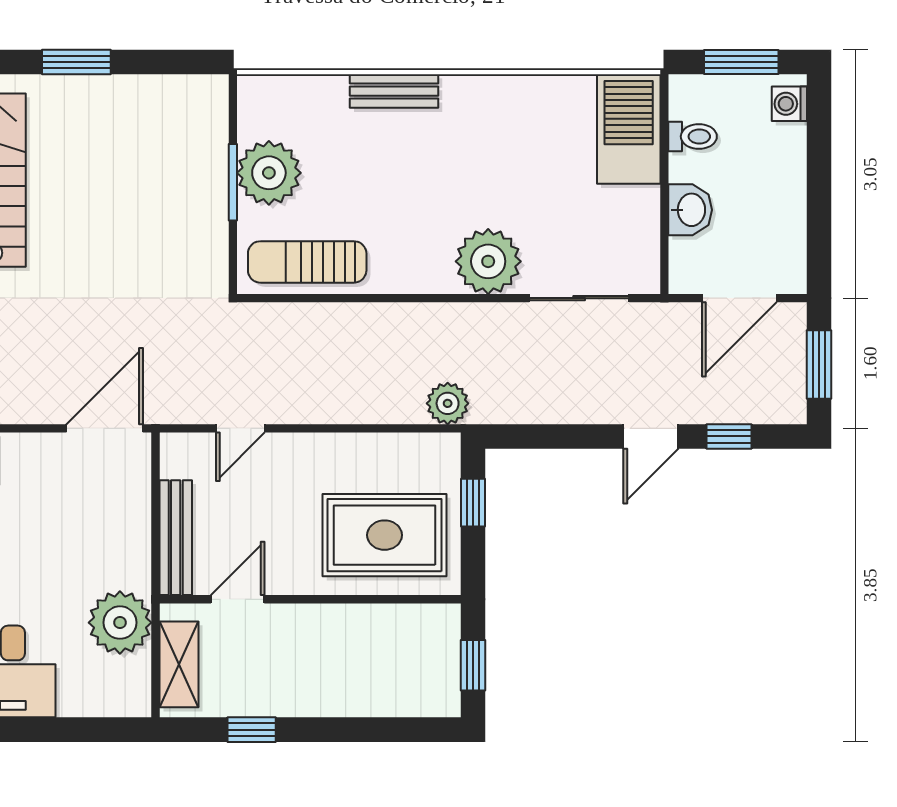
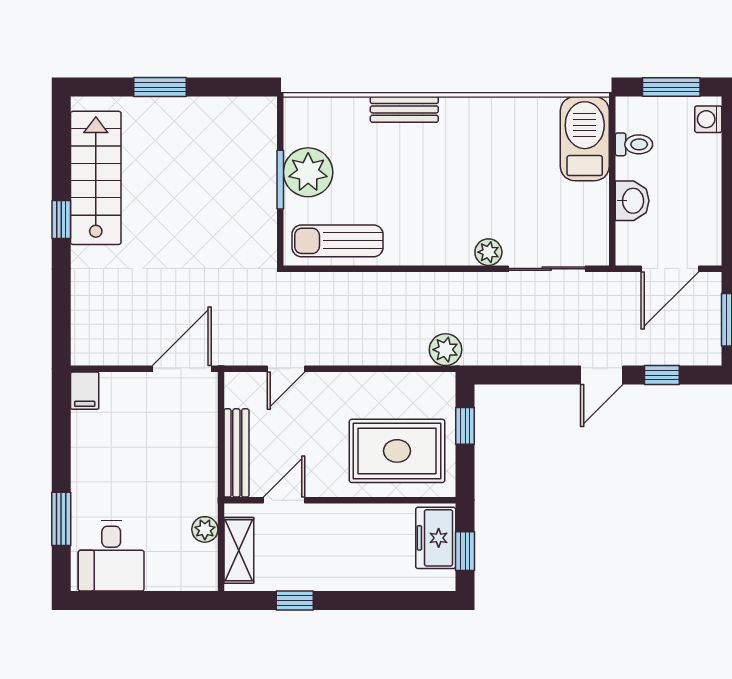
plant: (488, 261) -> (488, 252), width x0.53, depth x0.53
plant: (120, 623) -> (205, 529), width x0.53, depth x0.53
freezer: (435, 648) -> (436, 538), added

